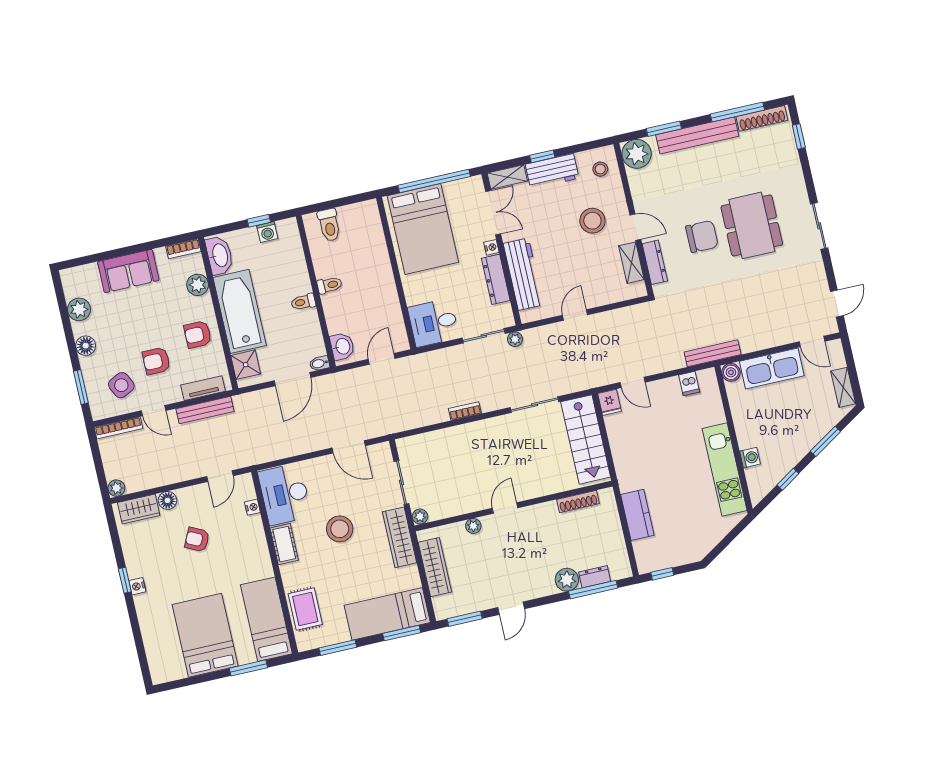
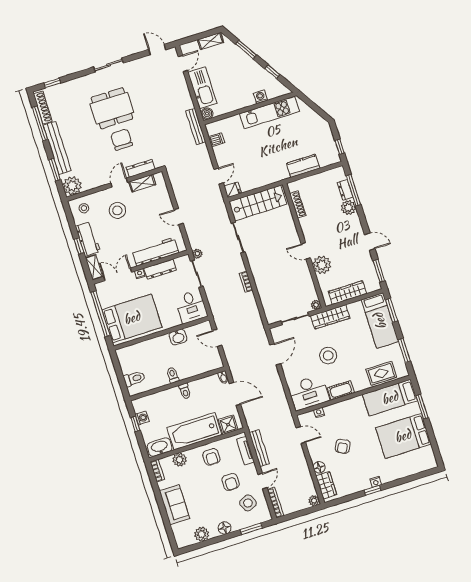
washbasin: (342, 346) -> (178, 337), moved, turned 180
plant: (473, 526) -> (322, 265), width x1.88, depth x1.88

